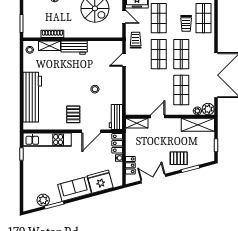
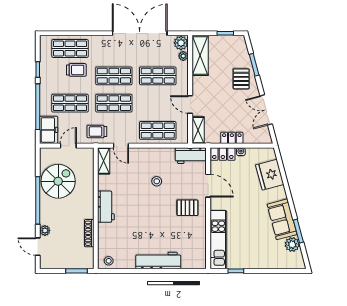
shelving: (49, 46) -> (104, 161), moved
shop shelf: (136, 90) -> (158, 130), added
workbench: (32, 97) -> (158, 261), width x0.73, depth x0.76
locker: (130, 165) -> (232, 138), moved
sofa: (74, 189) -> (282, 219), moved

